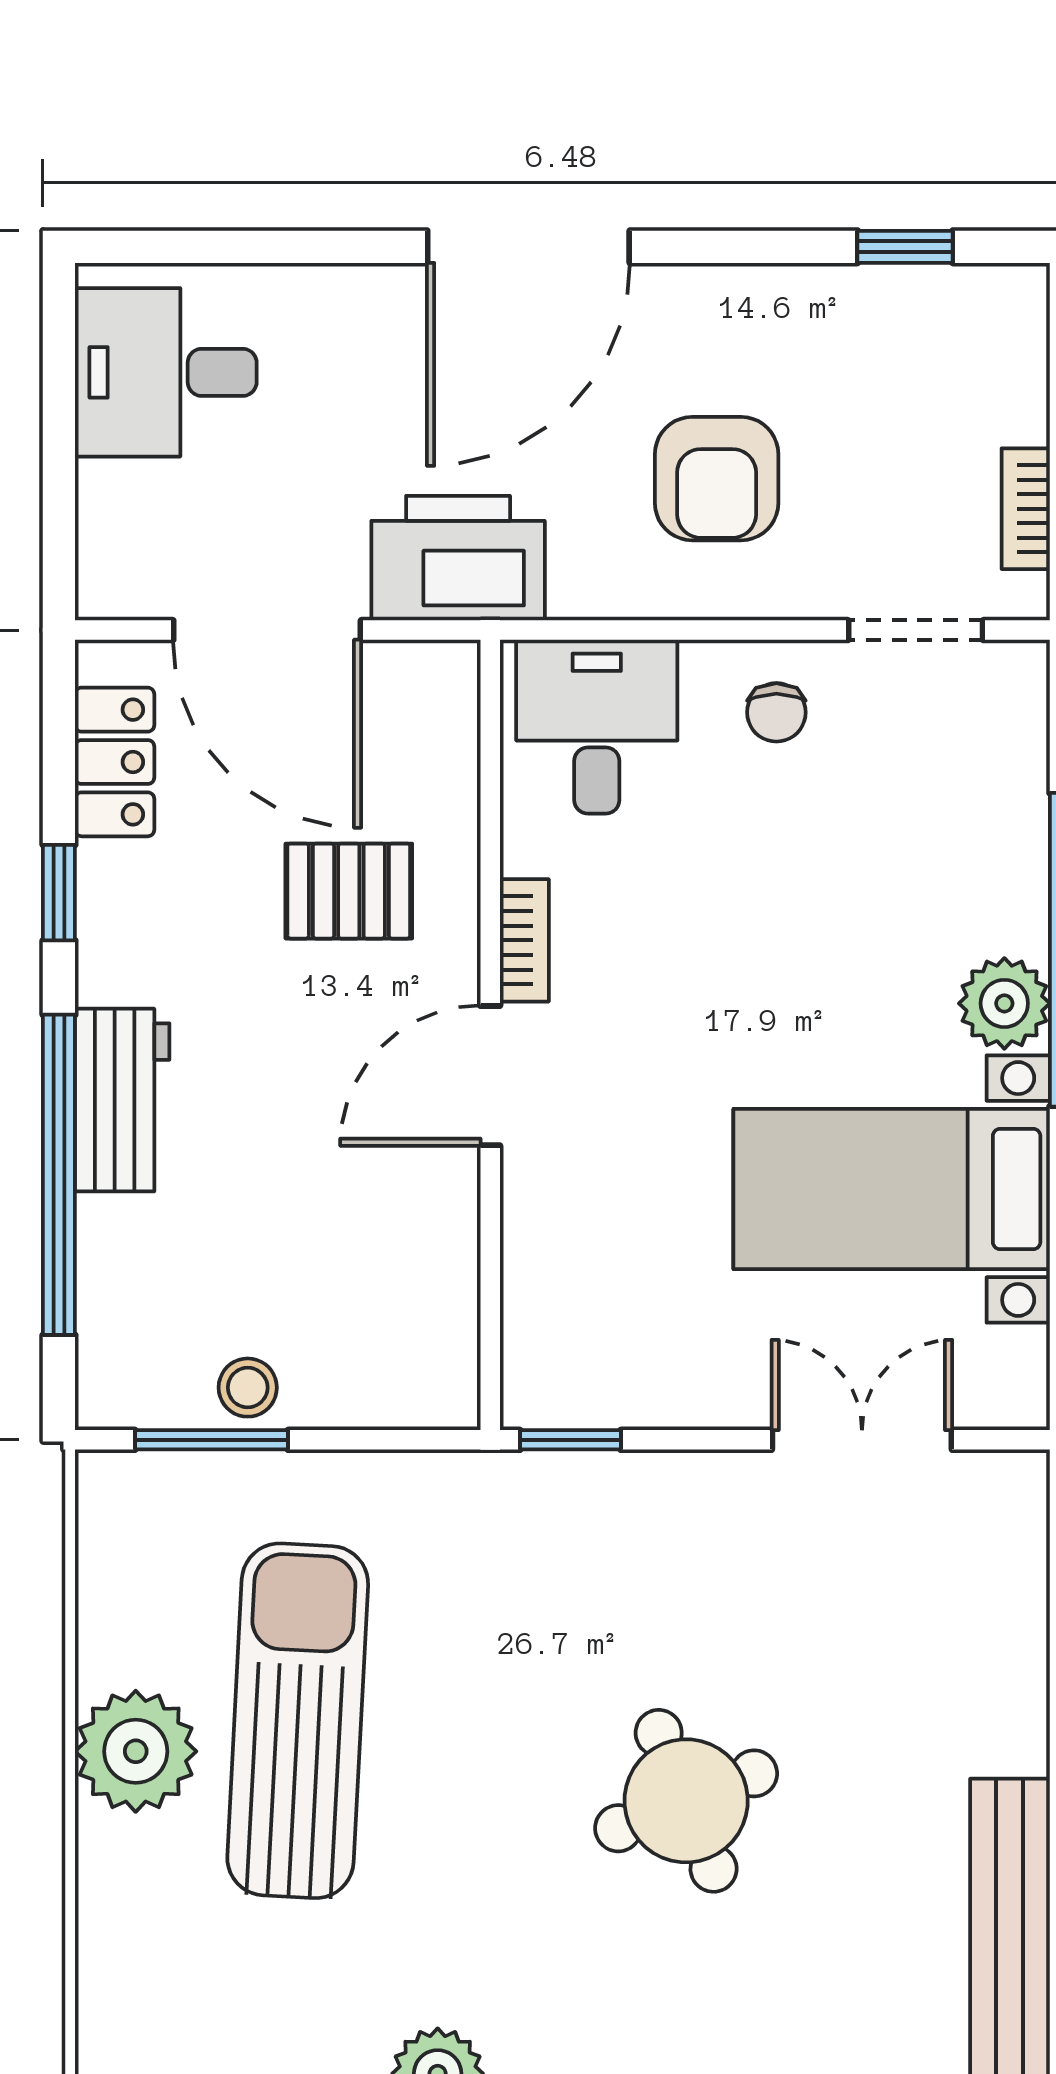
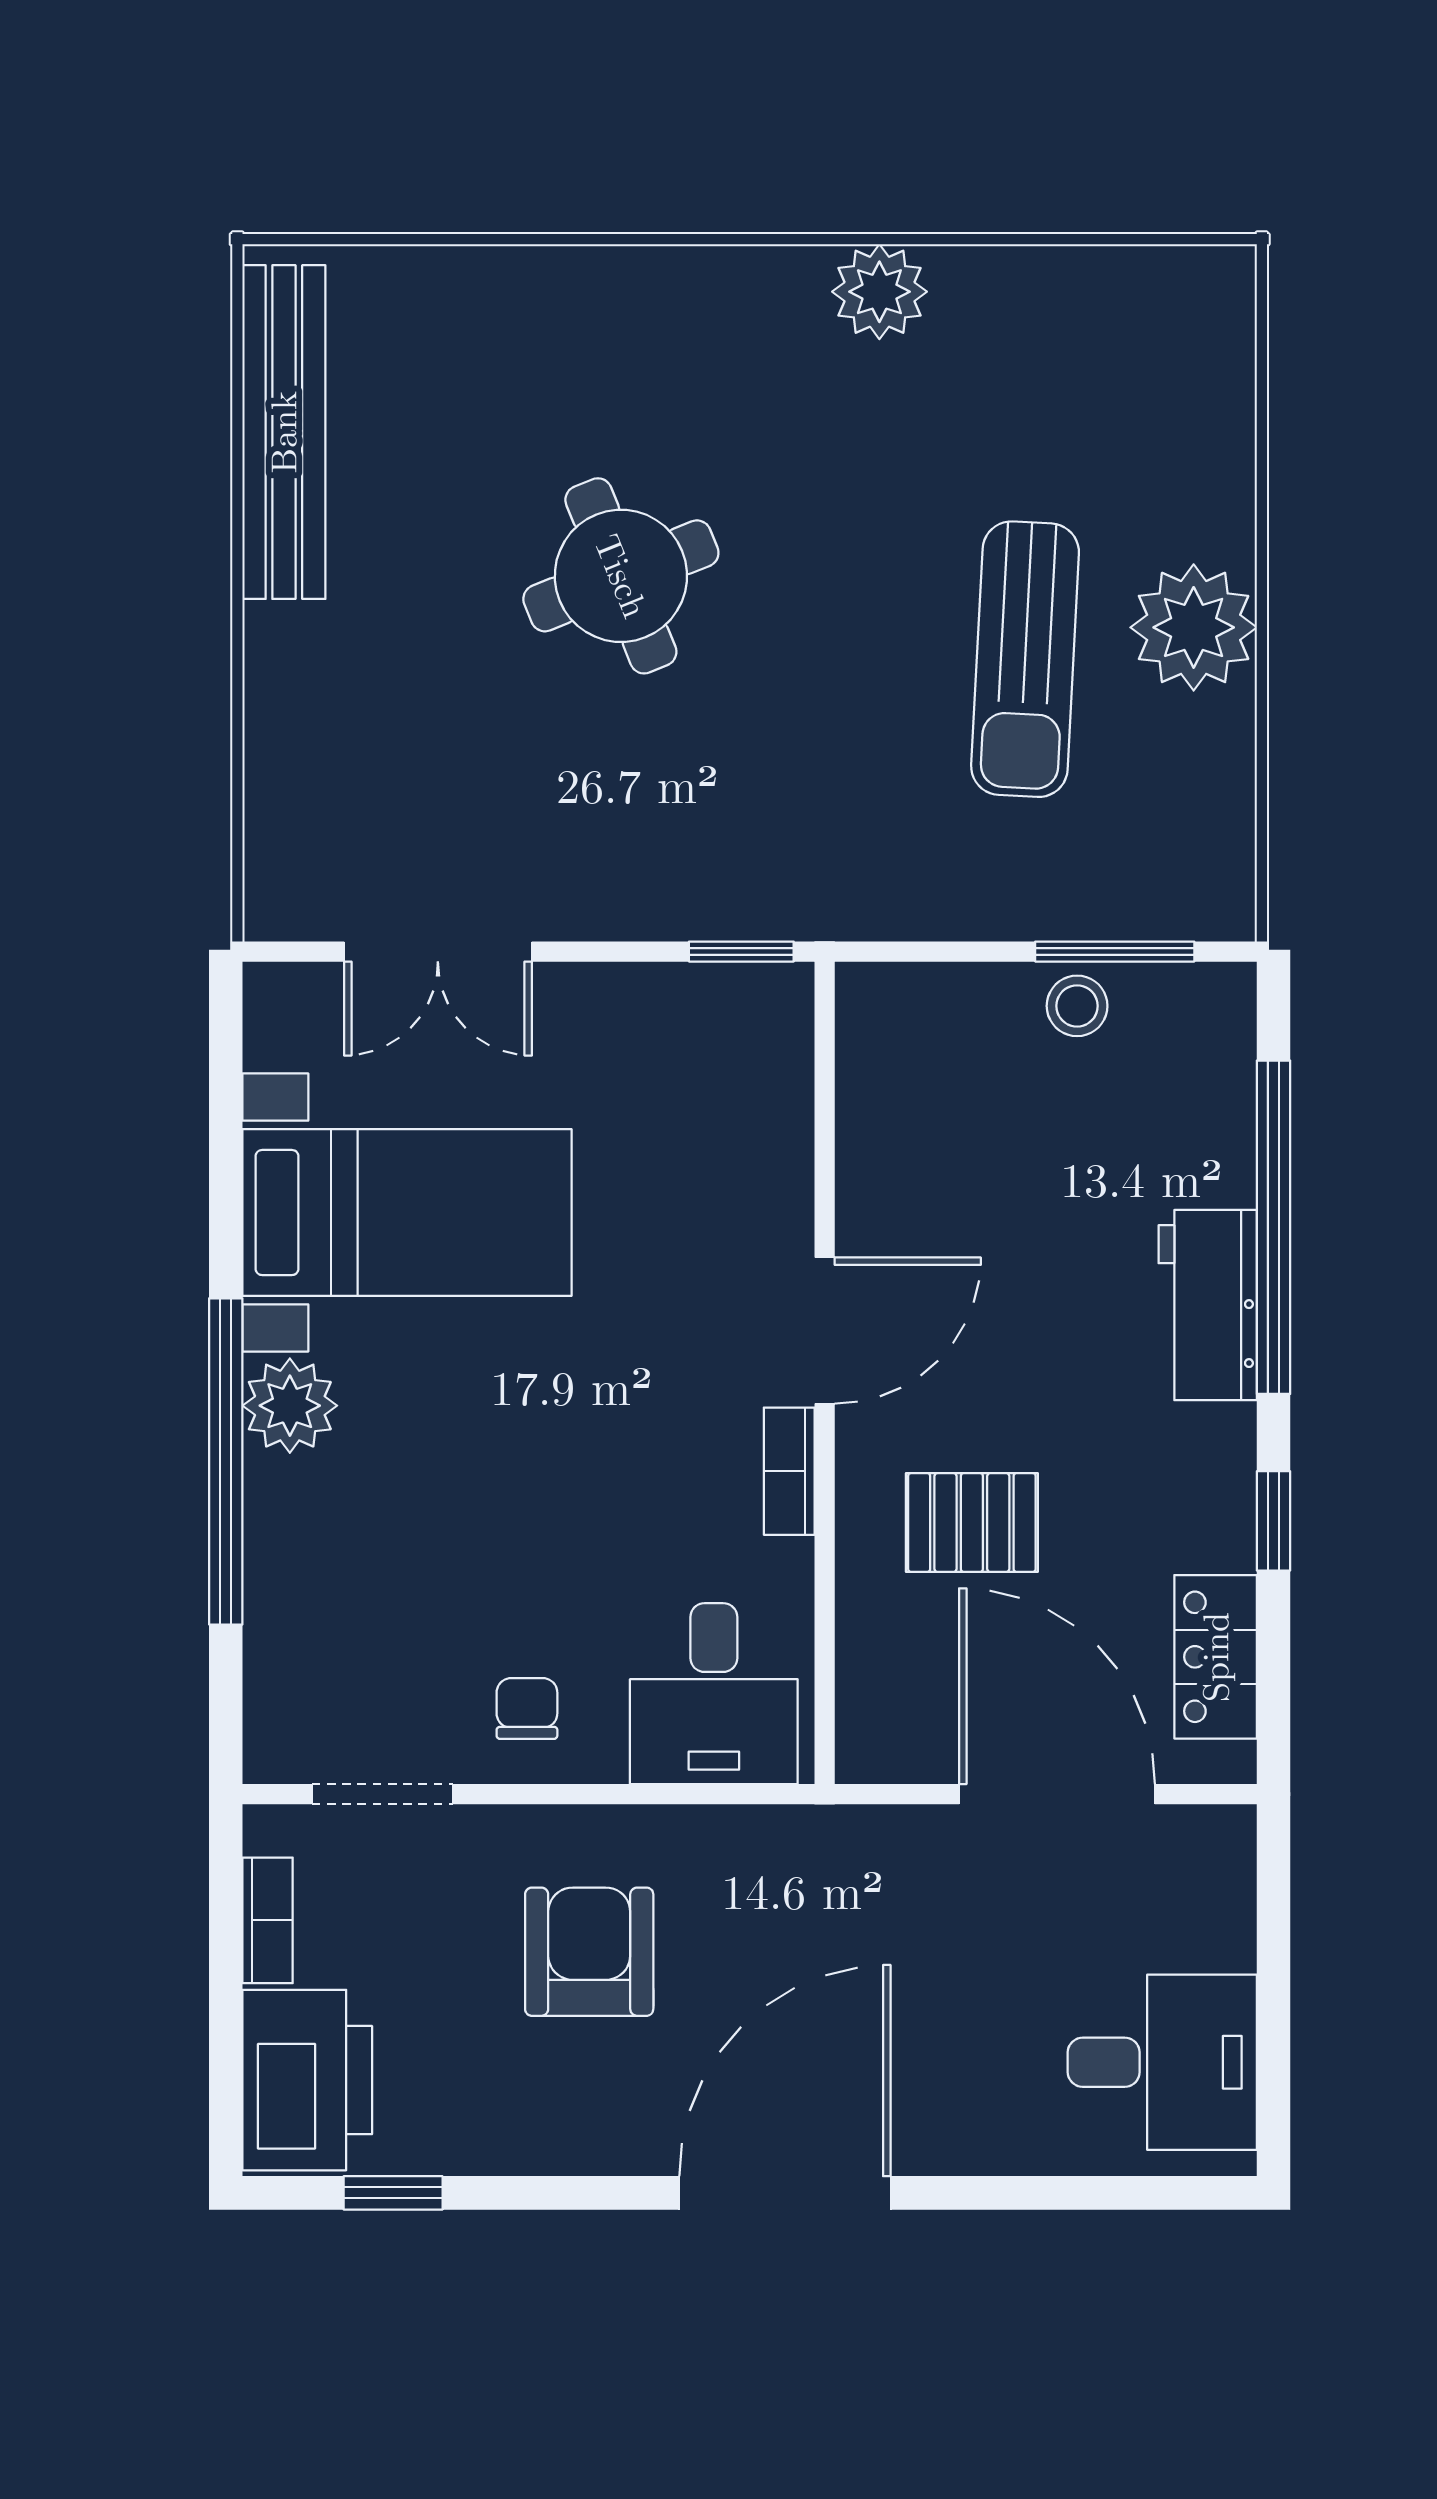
printer: (458, 558) -> (307, 2080), moved, turned -90
sun lounger: (298, 1721) -> (1025, 659), width x0.73, depth x0.75

